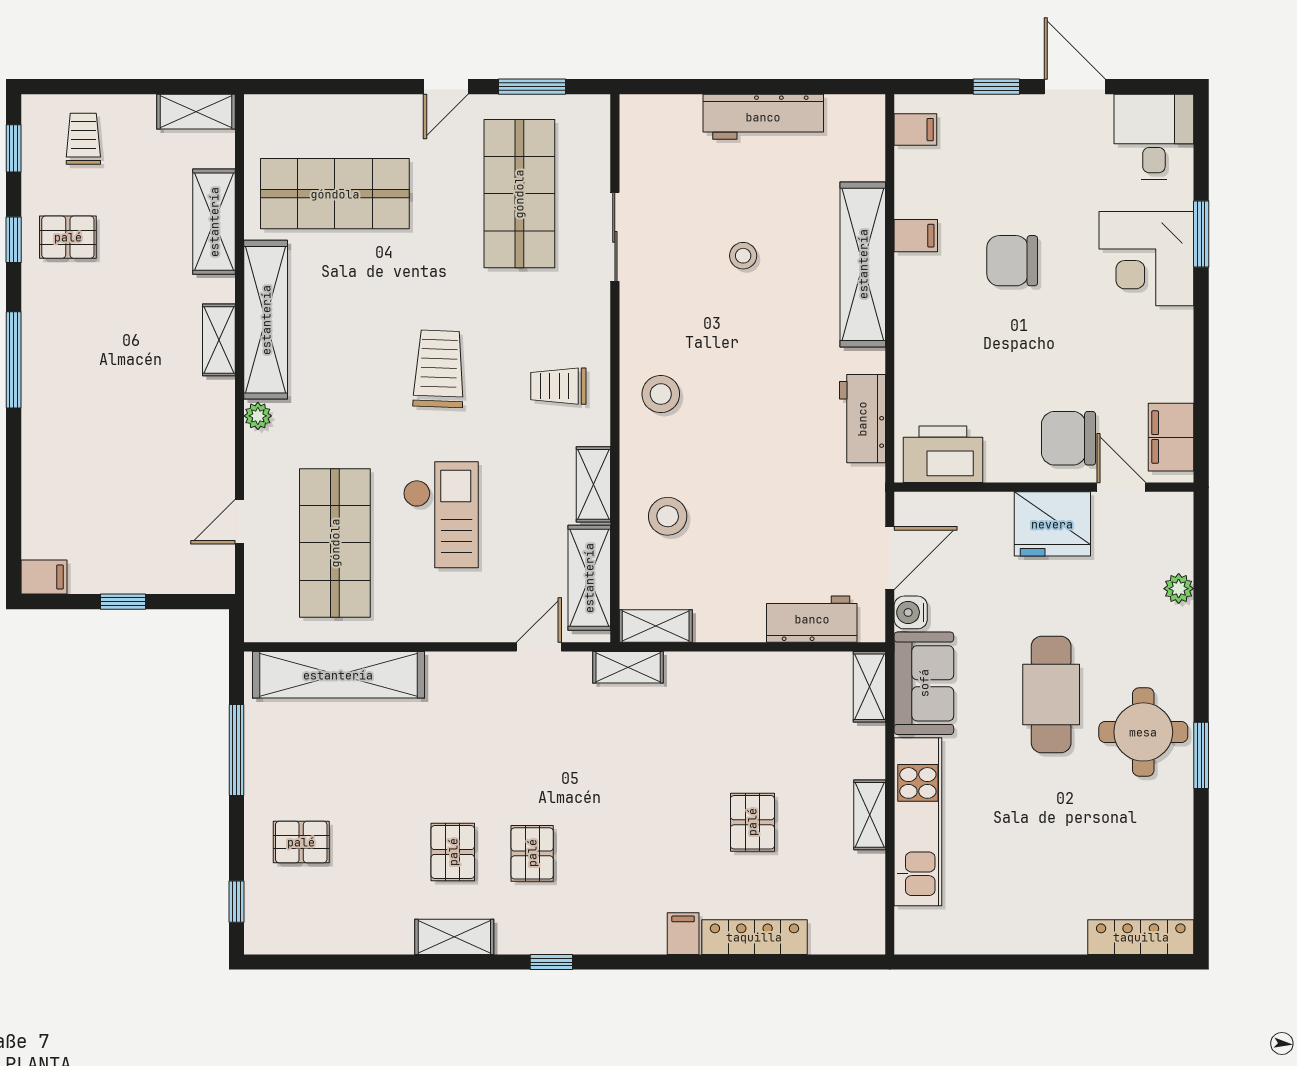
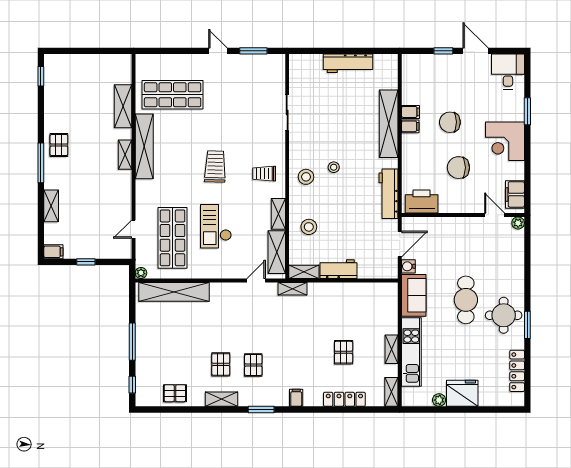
door: (446, 87) -> (218, 51), swing flipped
shelving: (196, 112) -> (51, 206), moved, turned 90
filing cabinet: (915, 130) -> (410, 126), moved
trolley: (83, 139) -> (69, 72), removed
shop shelf: (519, 194) -> (248, 95), removed
pallet: (68, 237) -> (59, 145), moved, turned 90
window: (14, 240) -> (41, 114), removed
stool: (743, 256) -> (334, 167), moved
corner desk: (1146, 259) -> (505, 141), moved
plant: (258, 416) -> (141, 273), moved
workbench: (862, 419) -> (389, 194), width x1.38
chair: (1069, 438) -> (458, 168), moved
checkout: (441, 515) -> (216, 226), turned 180
fridge: (1052, 524) -> (462, 393), moved, turned 180
plant: (1179, 589) -> (518, 223), moved
workbench: (812, 619) -> (339, 269), moved
shelving: (869, 687) -> (391, 392), moved
window: (237, 750) -> (132, 342), moved
pallet: (301, 842) -> (175, 393), moved
filing cabinet: (683, 934) -> (296, 398), moved
locker: (1141, 937) -> (517, 371), moved, turned -90
plant: (986, 939) -> (439, 400), added
window: (551, 962) -> (261, 409), width x1.50

